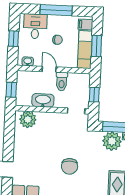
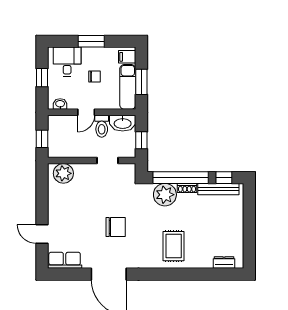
window: (56, 10) -> (91, 41), width x0.69
door: (49, 69) -> (86, 112), swing flipped
washbasin: (43, 100) -> (123, 123), moved, turned 180
doorway: (76, 111) -> (107, 161), moved
chair: (70, 166) -> (116, 227), turned -90

